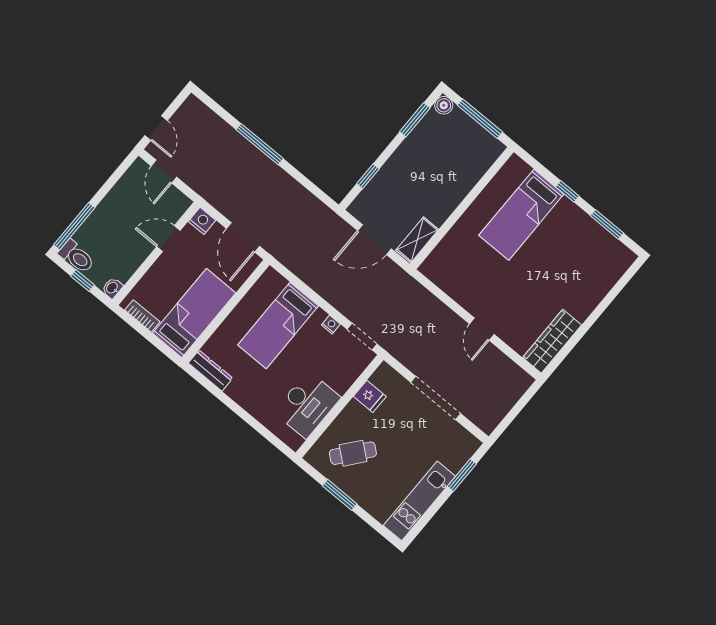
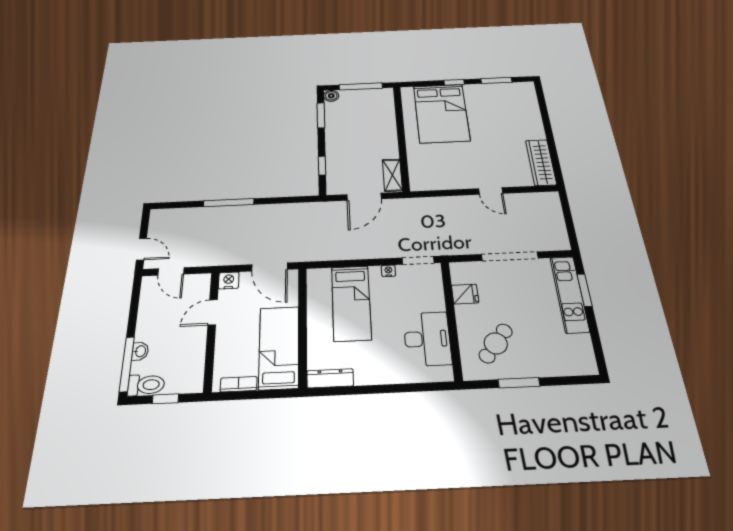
bed: (521, 215) -> (441, 113), width x1.50
washbasin: (112, 288) -> (140, 351), moved, turned 180
kitchen unit: (419, 501) -> (569, 294), moved

